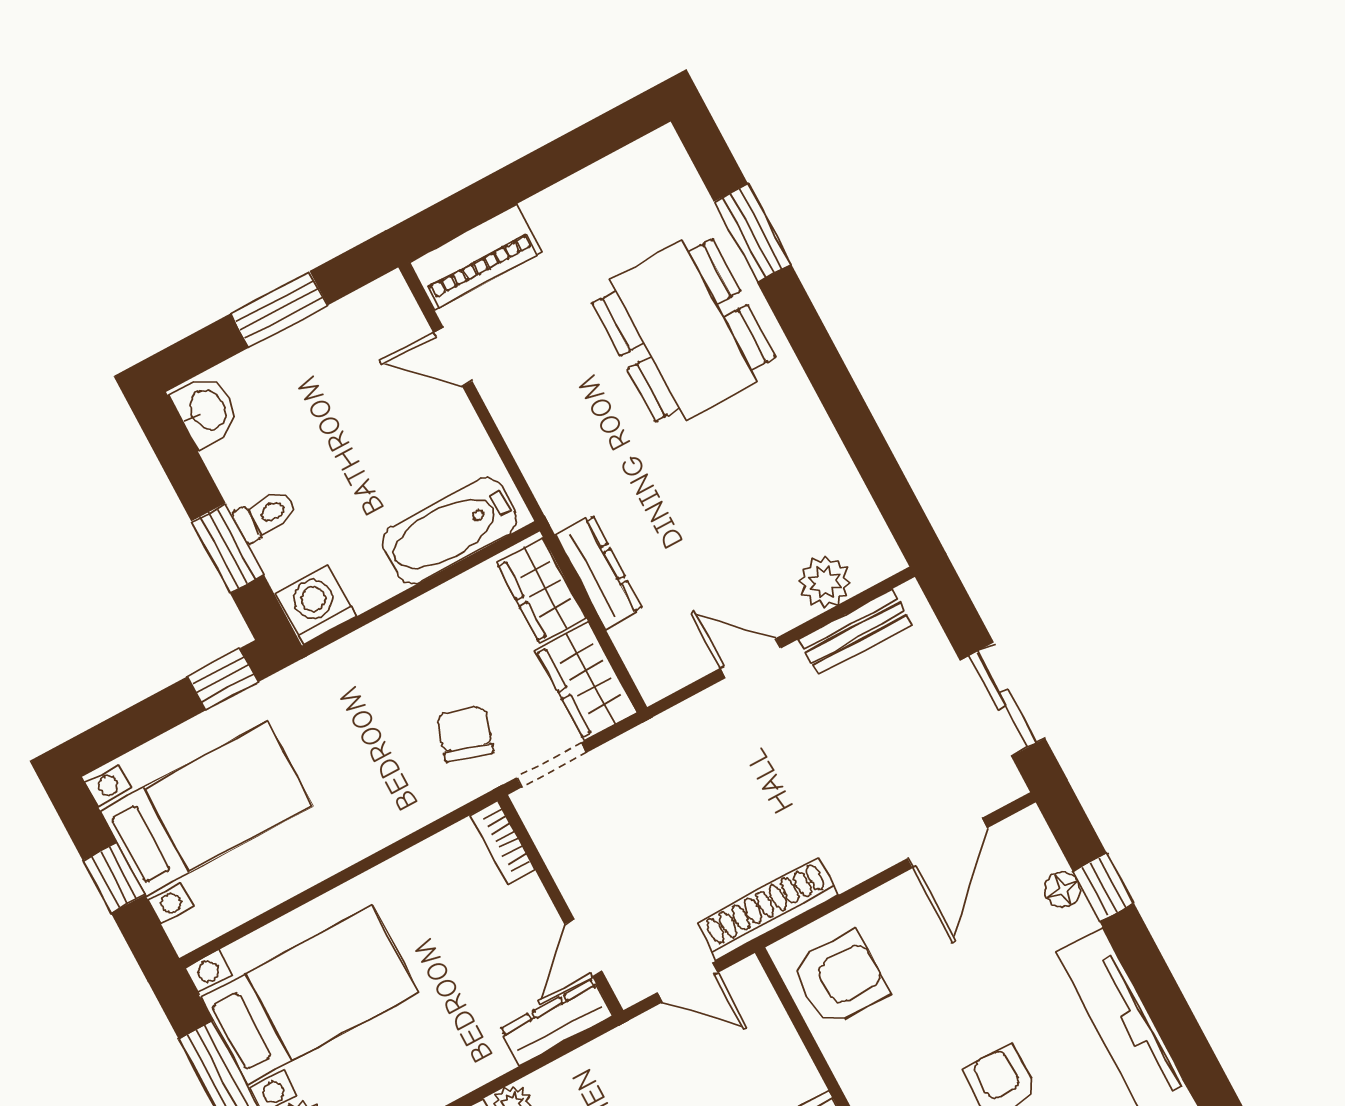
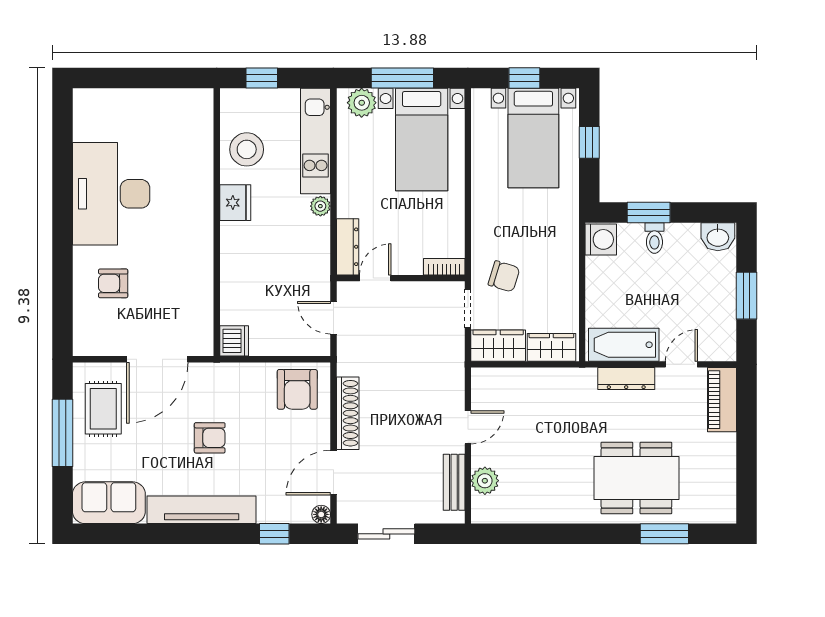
bathtub: (450, 531) -> (624, 345), moved, turned -90
dresser: (599, 572) -> (626, 378), moved
window: (223, 679) -> (589, 142), moved
door: (947, 843) -> (333, 473), hinge flipped
floor lamp: (1063, 889) -> (321, 514), moved
shoe rack: (768, 909) -> (348, 413), moved
door: (584, 948) -> (375, 278), hinge flipped
door: (688, 982) -> (333, 318), hinge flipped

